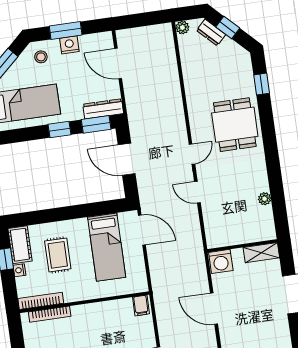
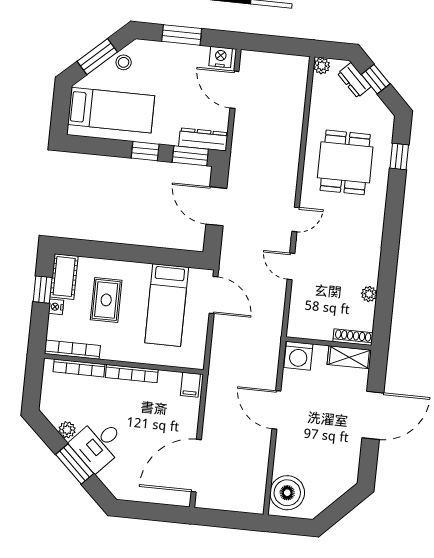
nightstand: (69, 45) -> (221, 57), moved
stool: (41, 57) -> (124, 62), moved
dining table: (235, 125) -> (345, 162), moved
shoe rack: (260, 236) -> (353, 337), added
bookcase: (92, 308) -> (132, 374), added

